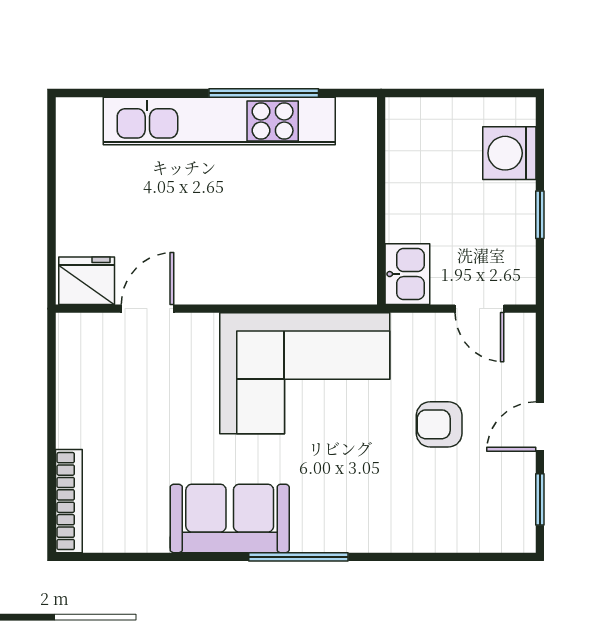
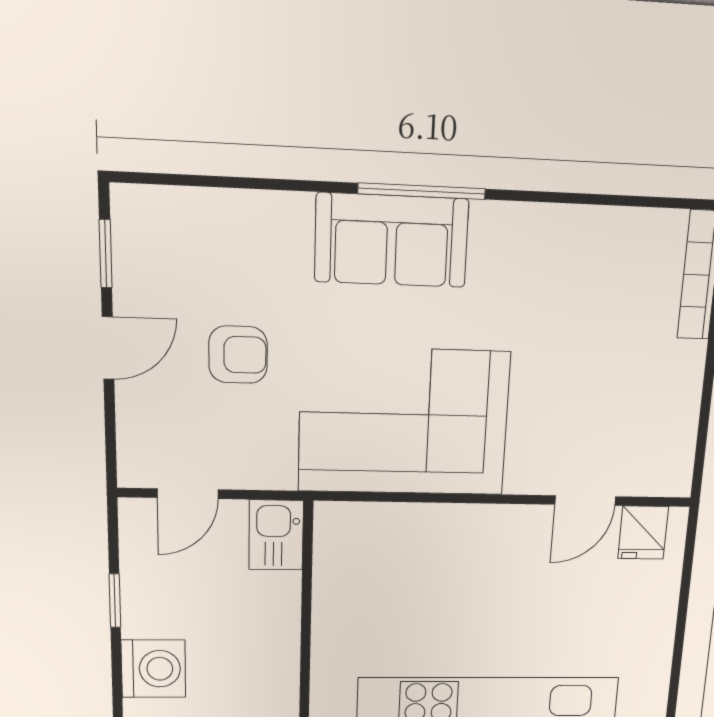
fridge: (87, 281) -> (643, 533), width x0.72
door: (479, 309) -> (188, 494), swing flipped
sofa: (230, 518) -> (392, 240), moved

